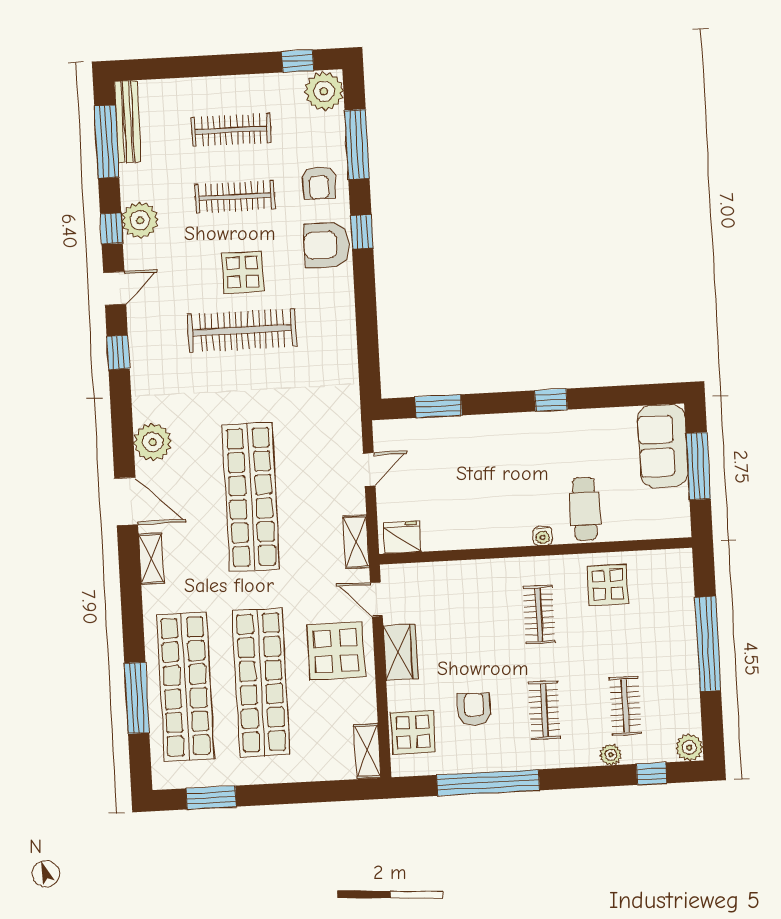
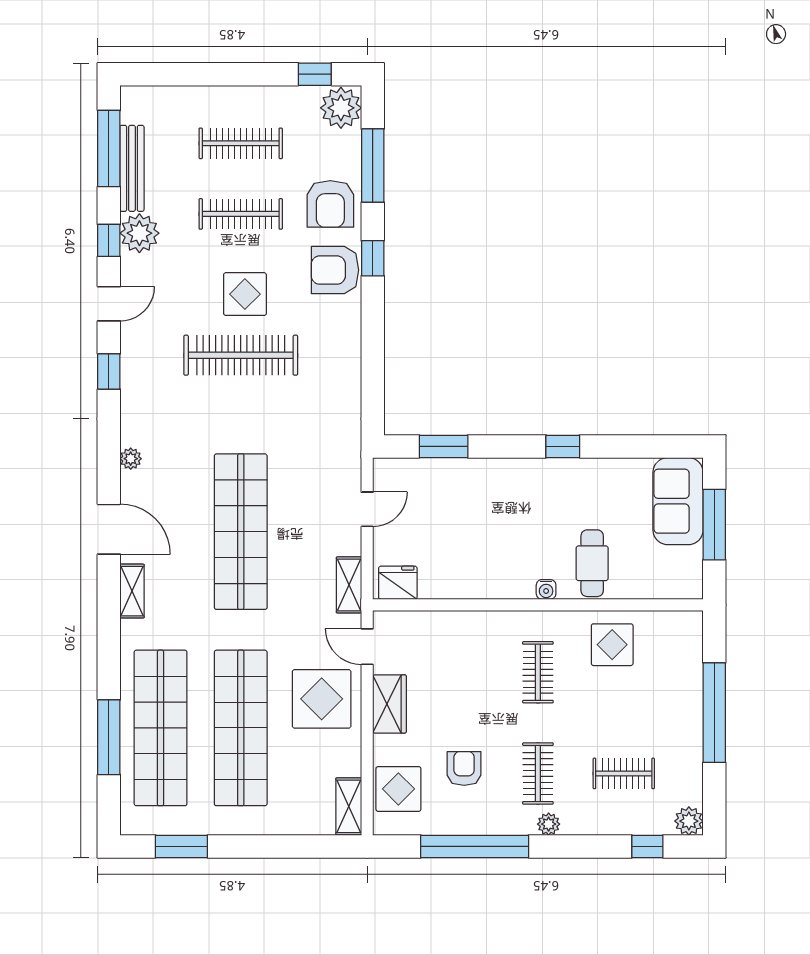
bench: (128, 122) -> (132, 168), moved
armchair: (319, 183) -> (330, 204), width x1.38, depth x1.38
plant: (153, 442) -> (131, 459), width x0.53, depth x0.53
clothes rail: (625, 706) -> (624, 773), turned 90
plant: (611, 755) -> (549, 824), moved

